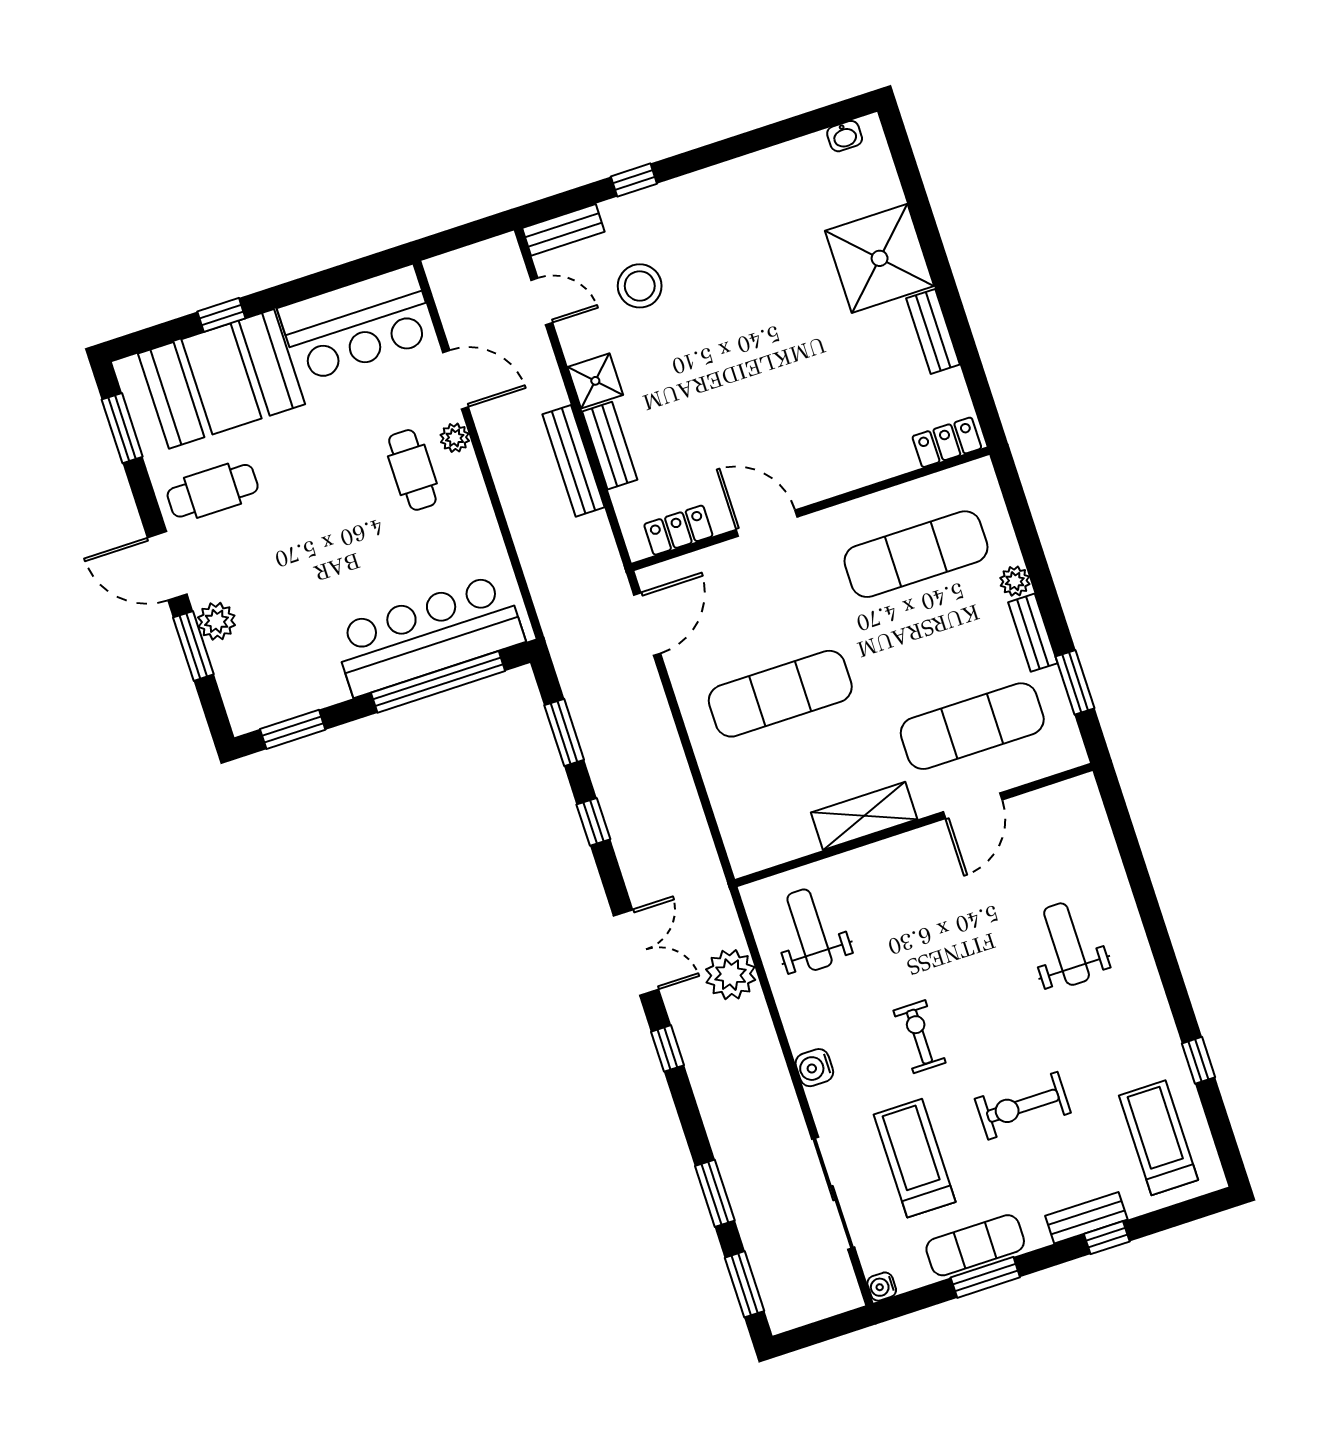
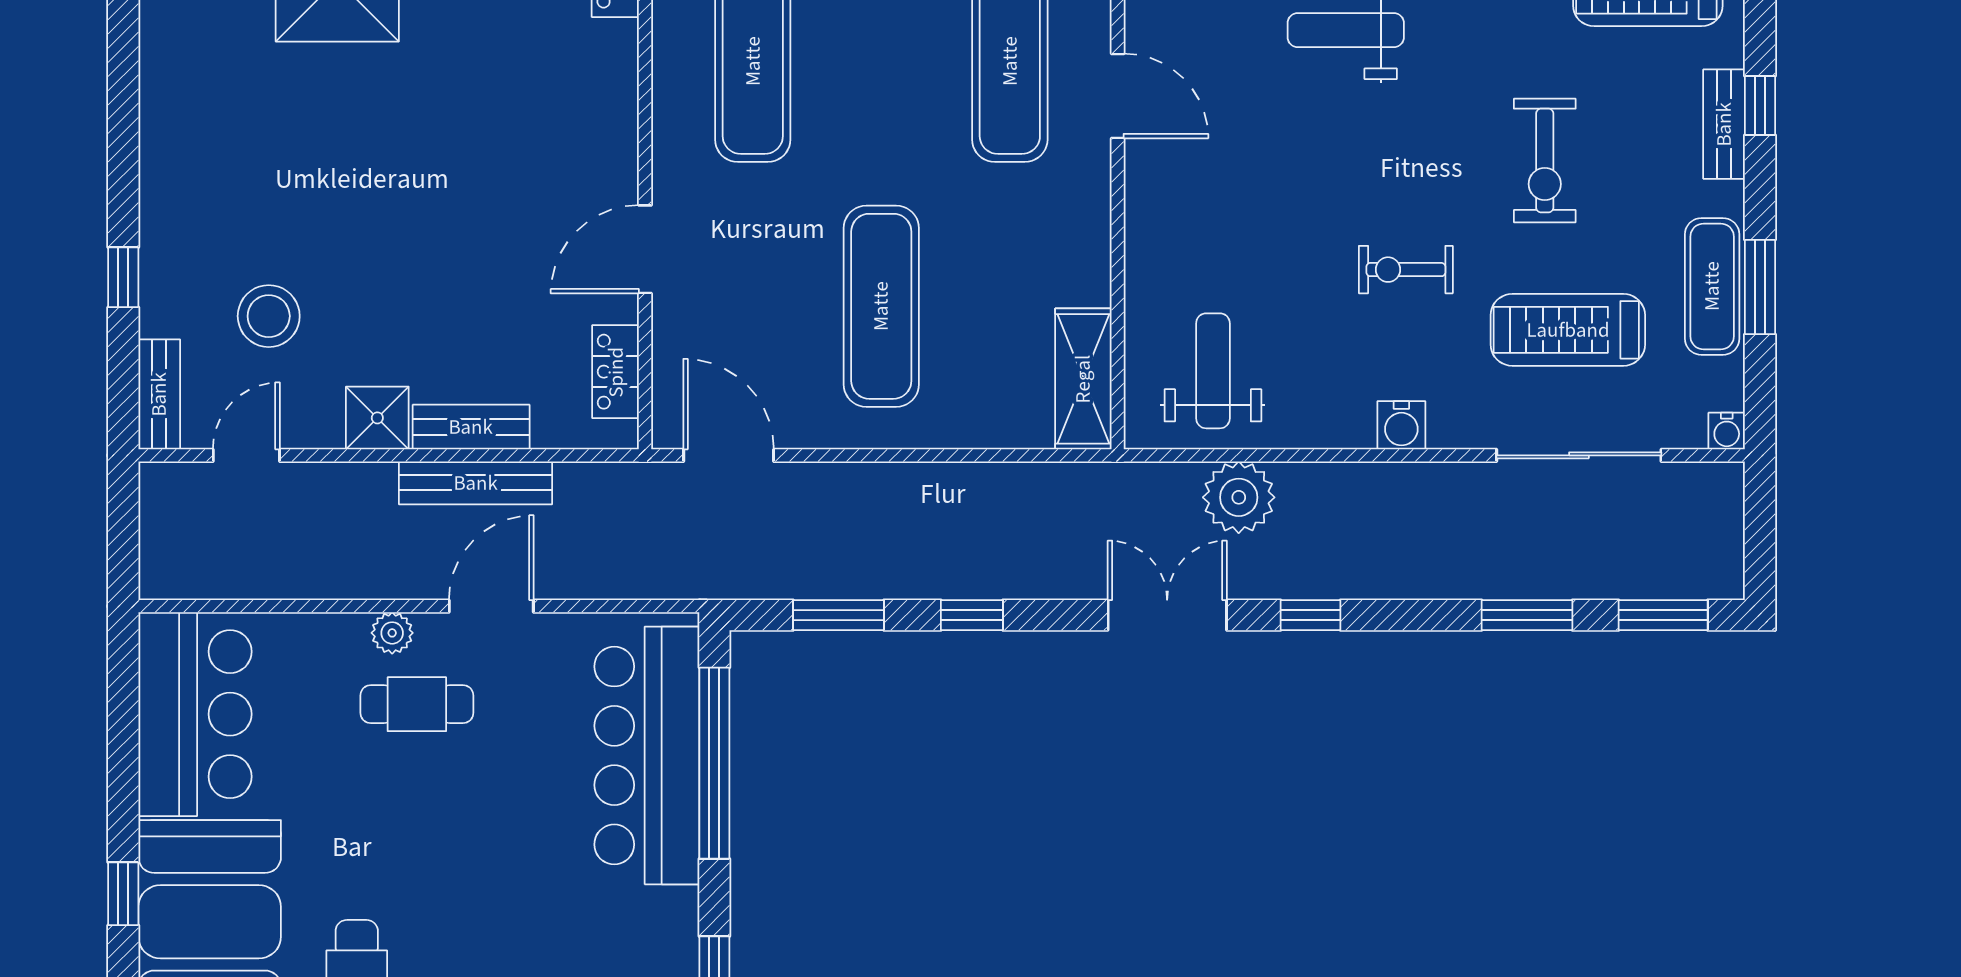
door: (456, 380) -> (491, 606), moved
shelving: (864, 816) -> (1083, 379), moved
weight bench: (810, 930) -> (1213, 371), turned 90

